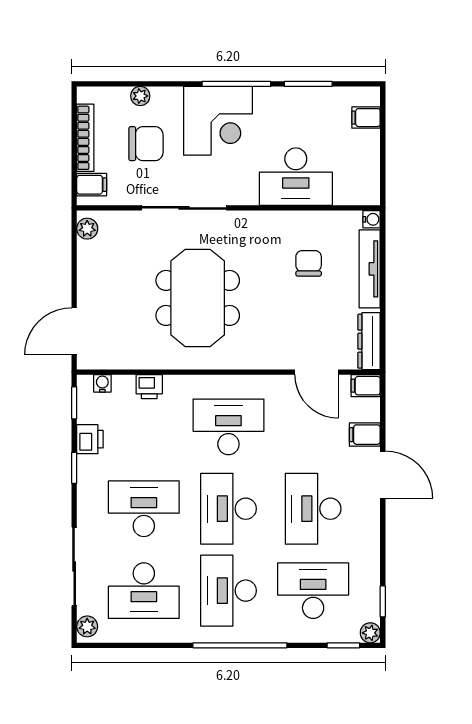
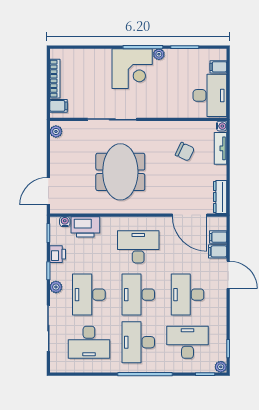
plant: (140, 96) -> (159, 54), moved
chair: (146, 144) -> (90, 82), removed
desk: (296, 177) -> (210, 95), moved, turned -90
chair: (309, 263) -> (185, 152), turned 115
tv unit: (370, 269) -> (220, 148), width x0.71
door: (317, 372) -> (190, 215), width x1.36
filing cabinet: (366, 386) -> (218, 237), moved
printer: (149, 387) -> (85, 227), width x1.87, depth x1.48
desk: (144, 509) -> (89, 295), turned -90
plant: (87, 626) -> (56, 287), moved

